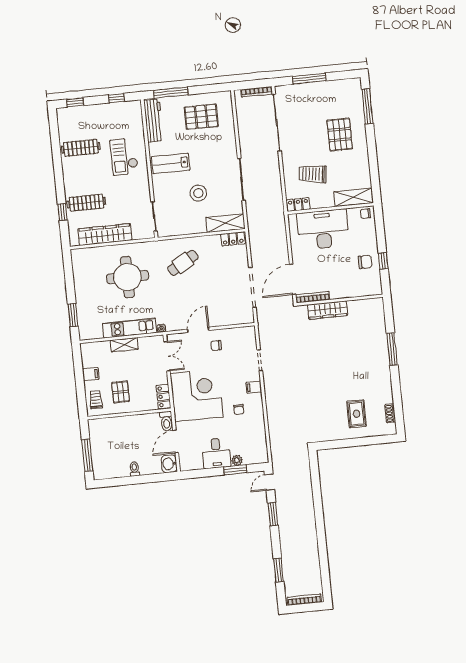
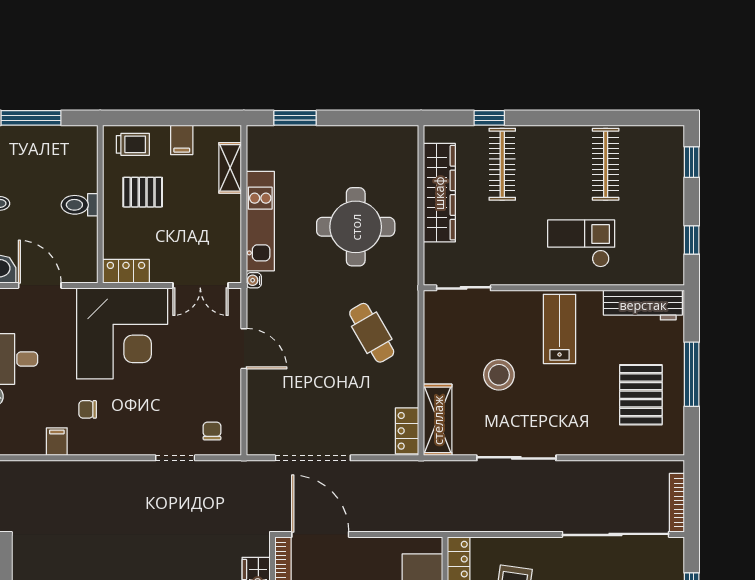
window: (171, 93) -> (692, 374), moved
shelving: (124, 345) -> (230, 168), moved
chair: (216, 345) -> (212, 431), moved
filing cabinet: (254, 387) -> (57, 442), moved
toilet: (166, 421) -> (80, 205), moved

